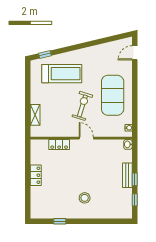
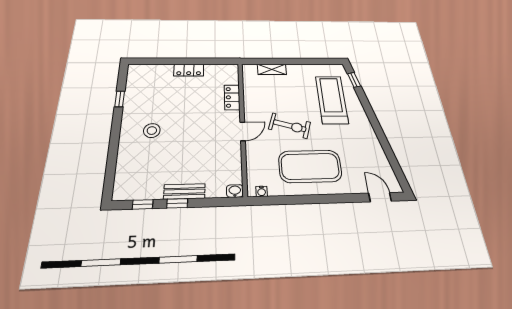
treadmill: (62, 74) -> (332, 100), turned 180

